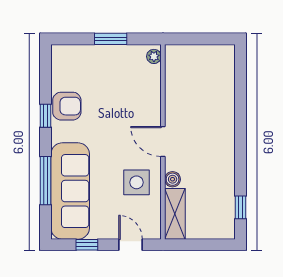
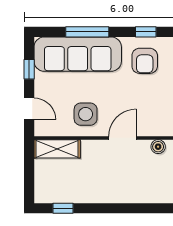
armchair: (67, 106) -> (145, 61), moved
boiler: (173, 179) -> (158, 147), moved
door: (131, 245) -> (29, 109), hinge flipped

